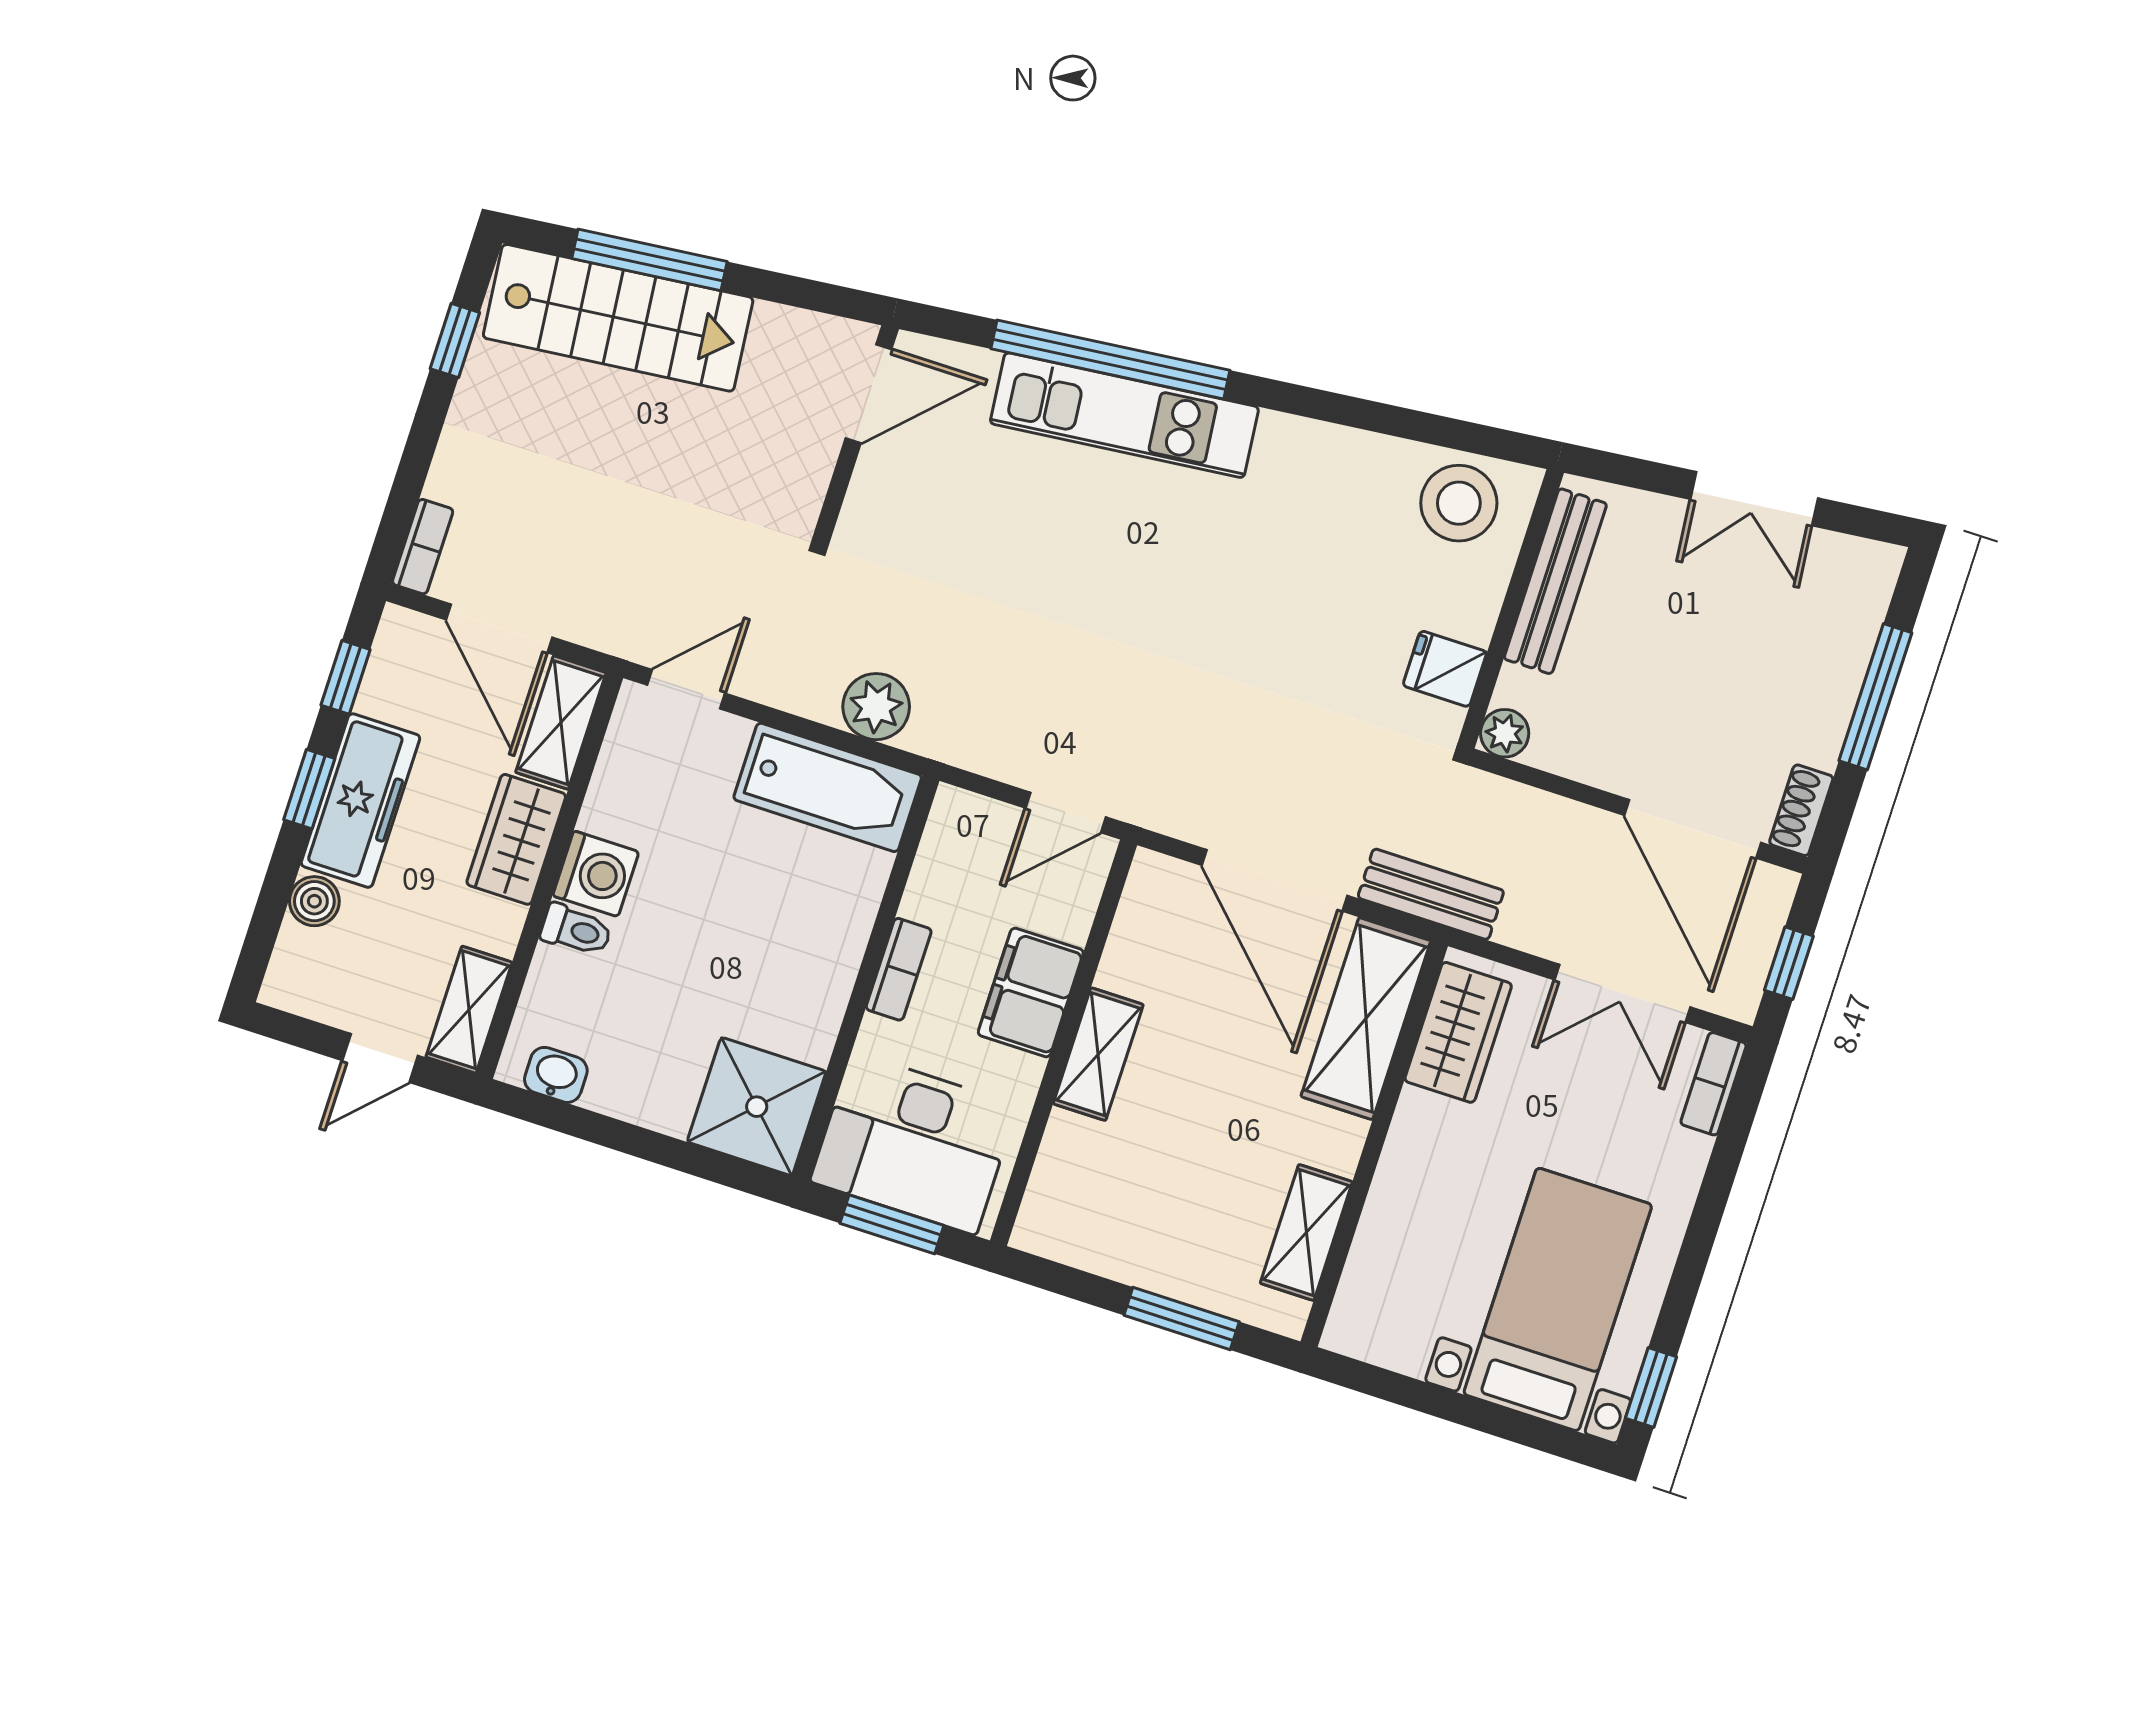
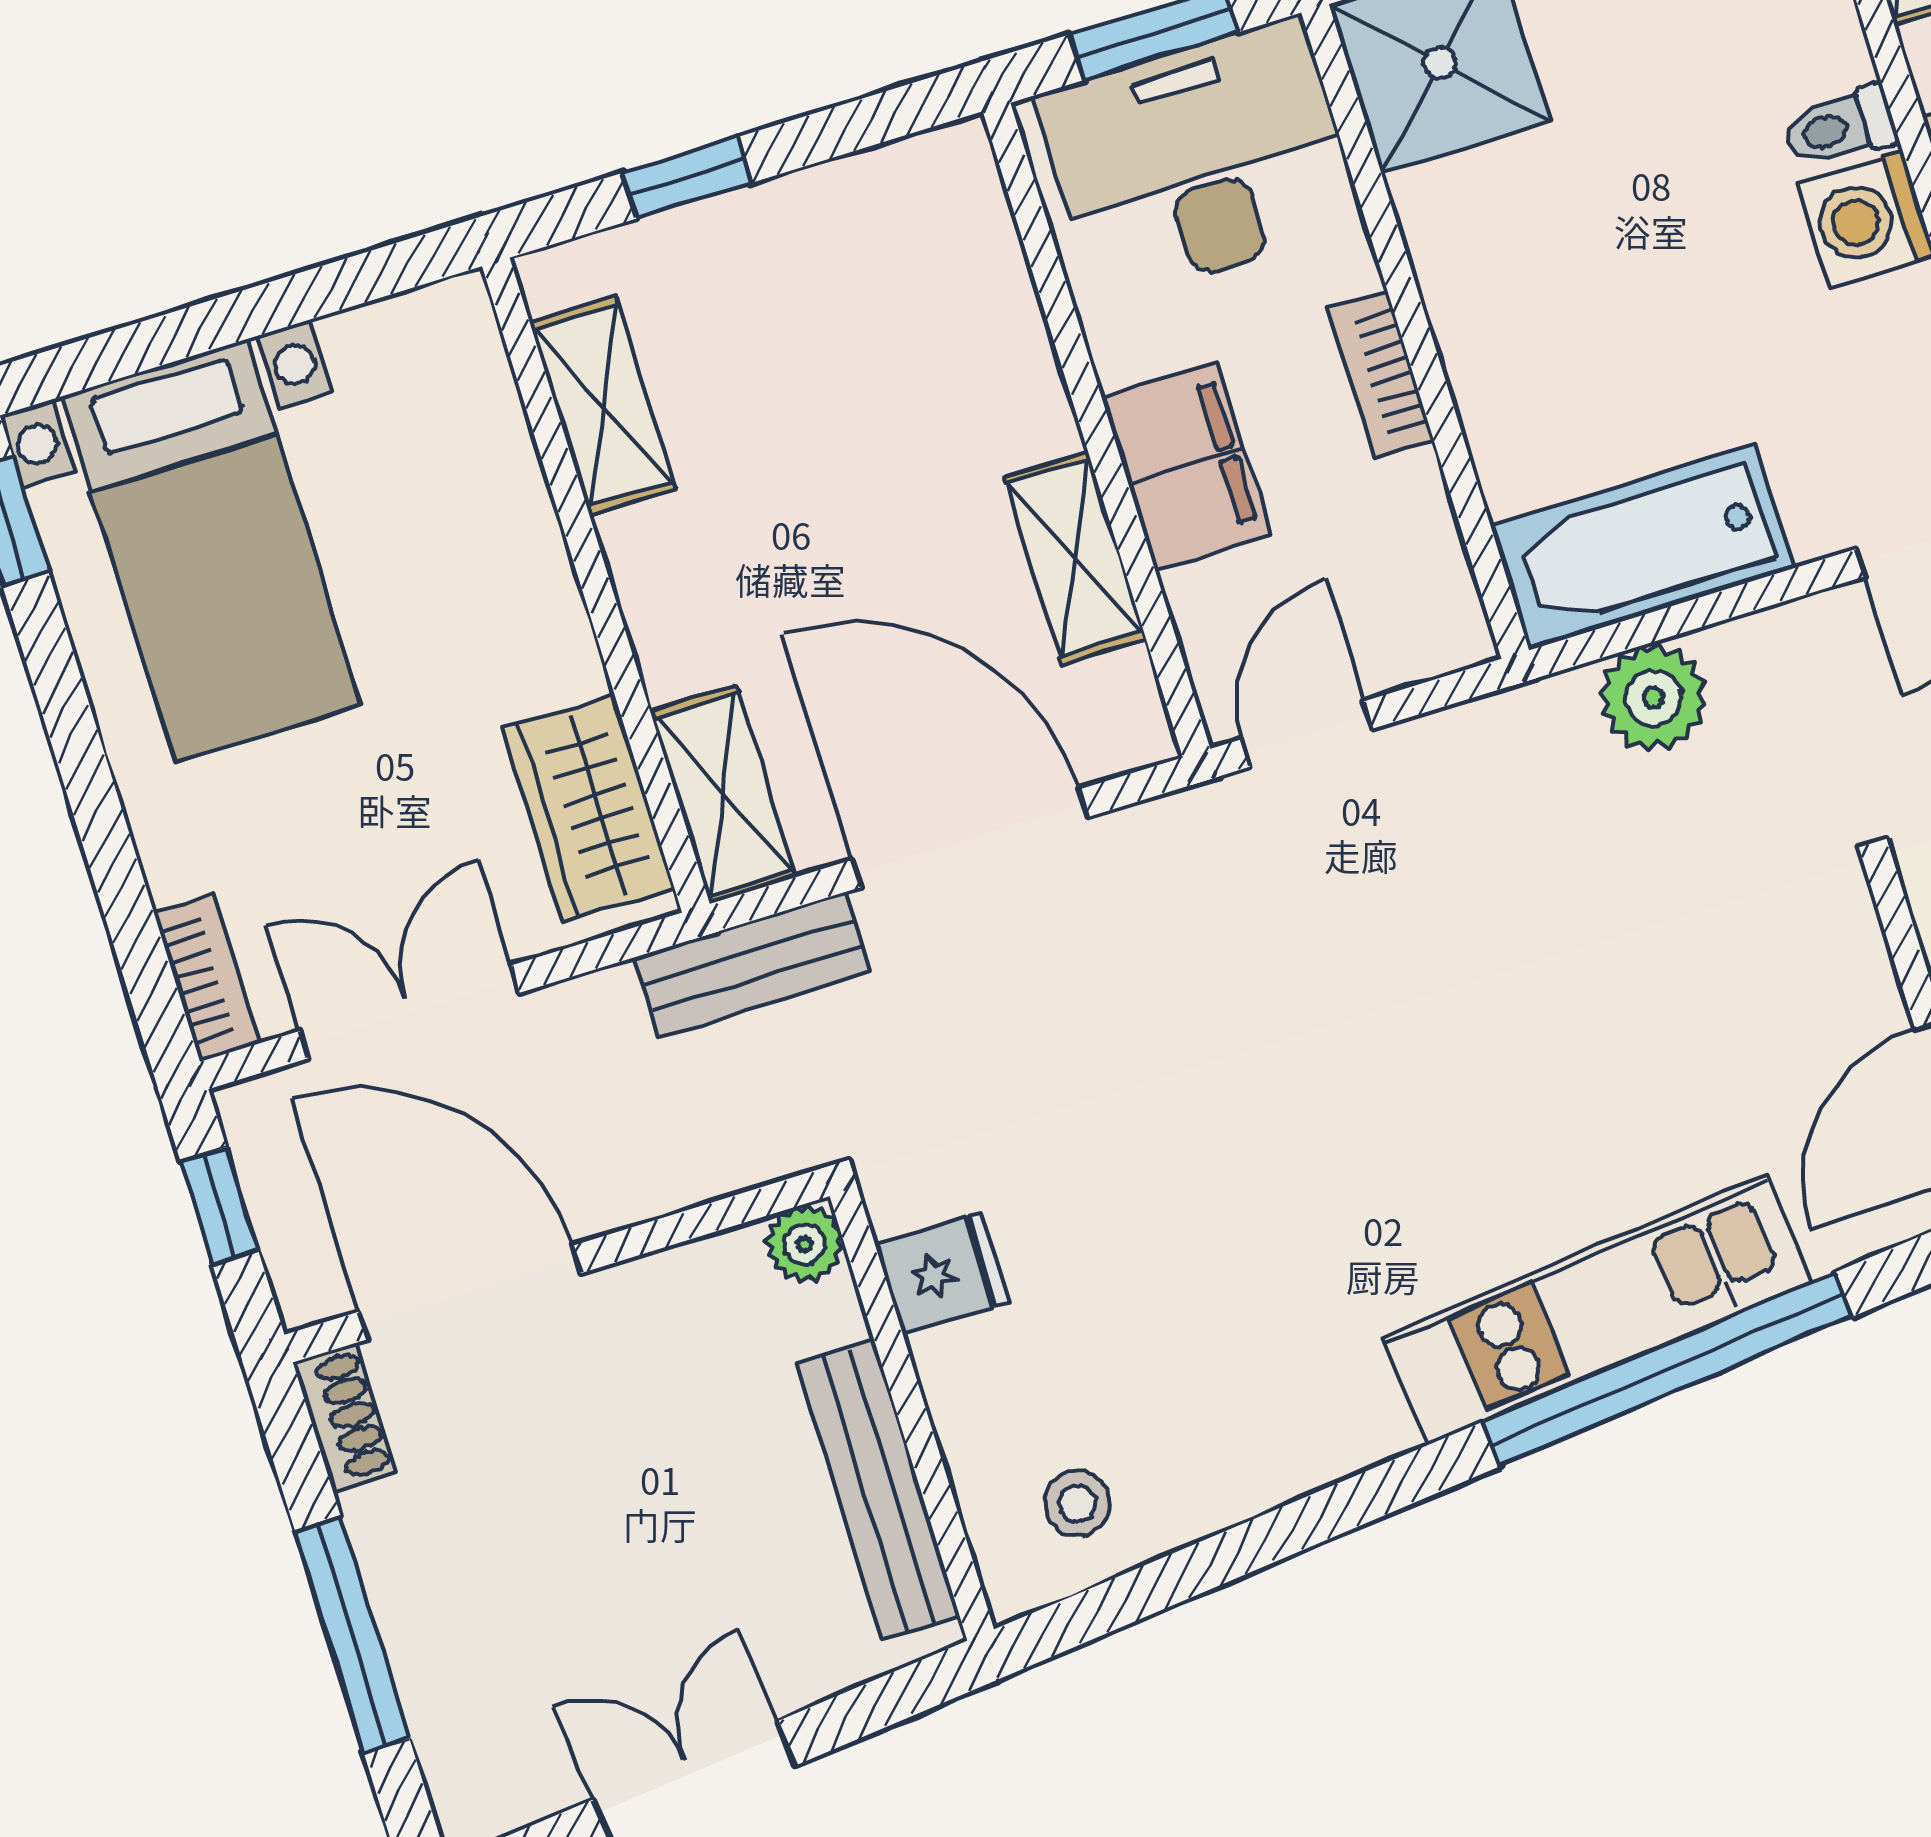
stool: (1459, 503) -> (1078, 1504), width x0.53, depth x0.53
shelving: (1366, 1019) -> (723, 794), width x0.67, depth x0.75
shelving: (1098, 1054) -> (1075, 558), moved
window: (1182, 1318) -> (687, 178), width x0.67

